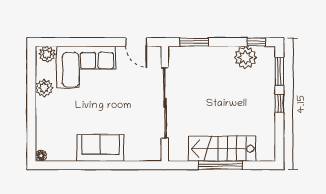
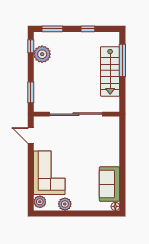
door: (136, 42) -> (31, 135), swing flipped
window: (279, 104) -> (88, 29), moved
sofa: (100, 148) -> (109, 184), moved
window: (220, 165) -> (122, 60), moved

